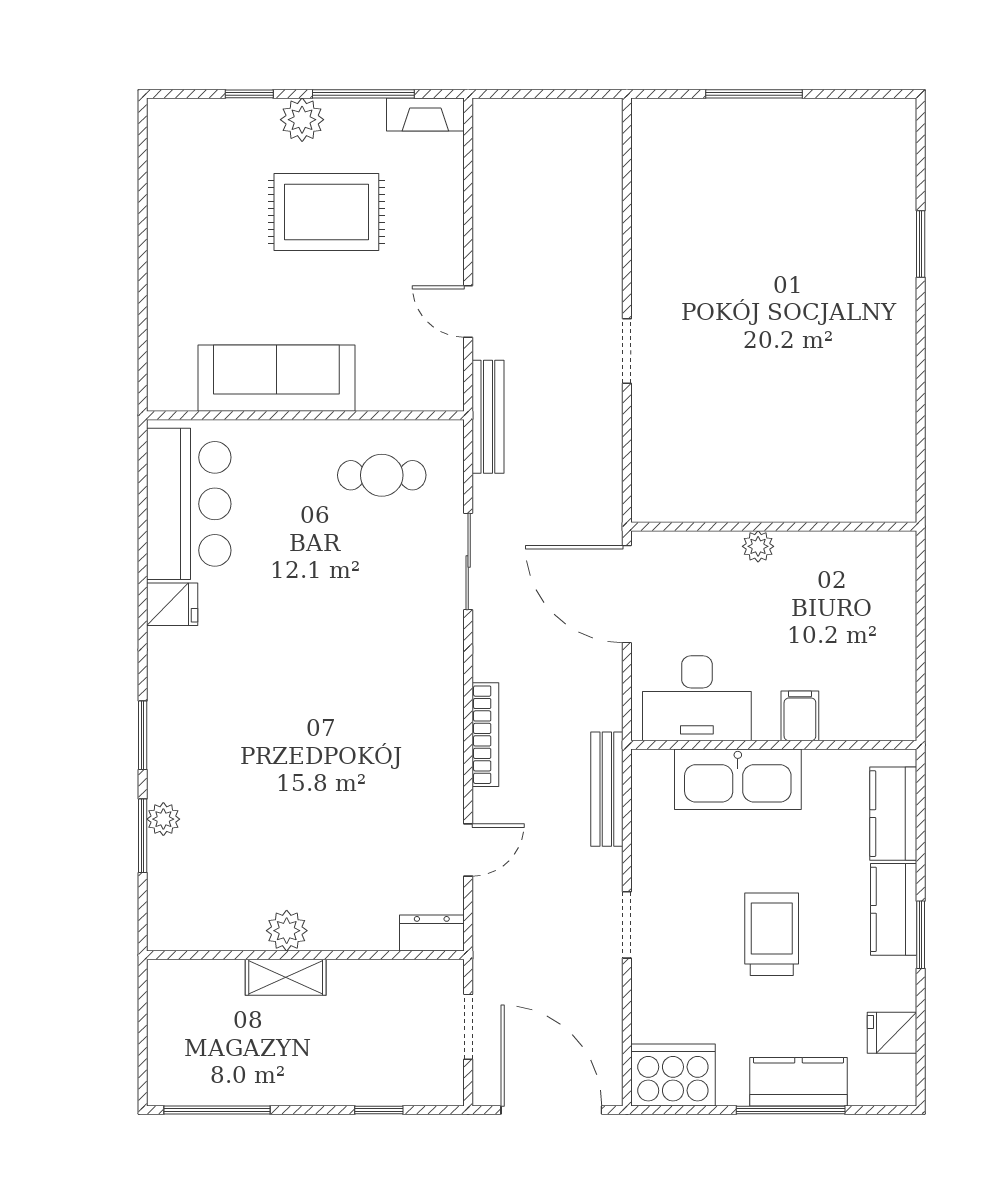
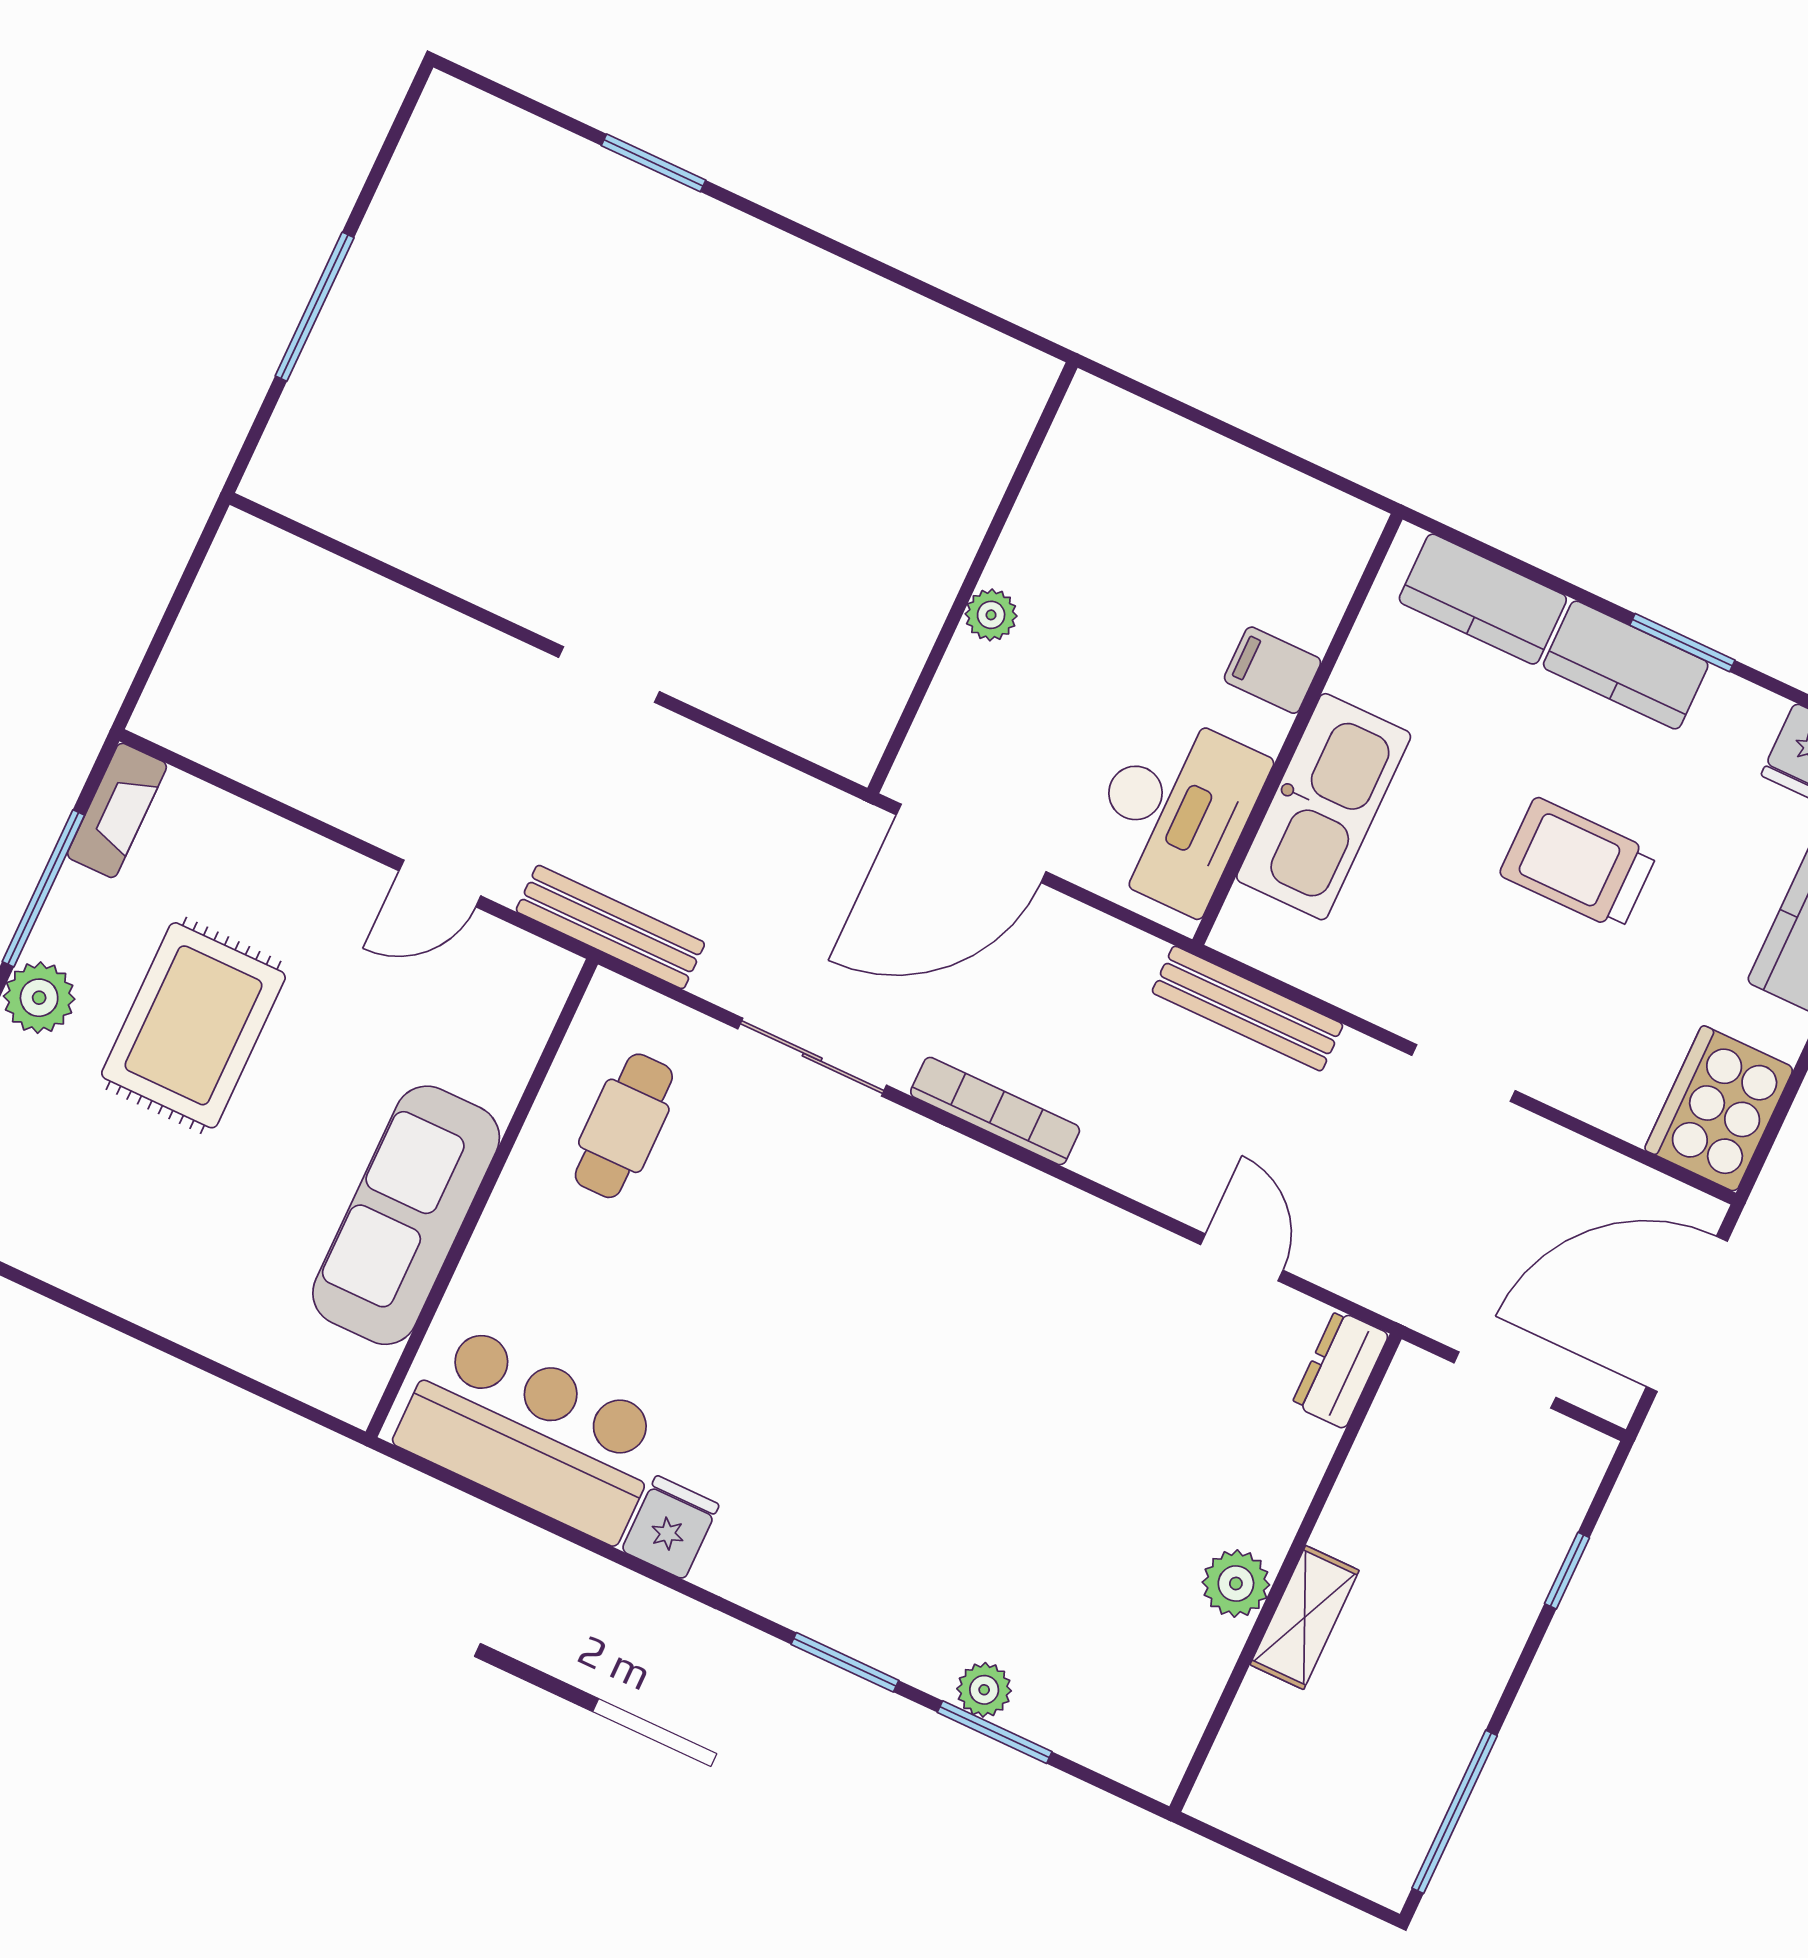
bookcase: (485, 735) -> (995, 1111), moved

